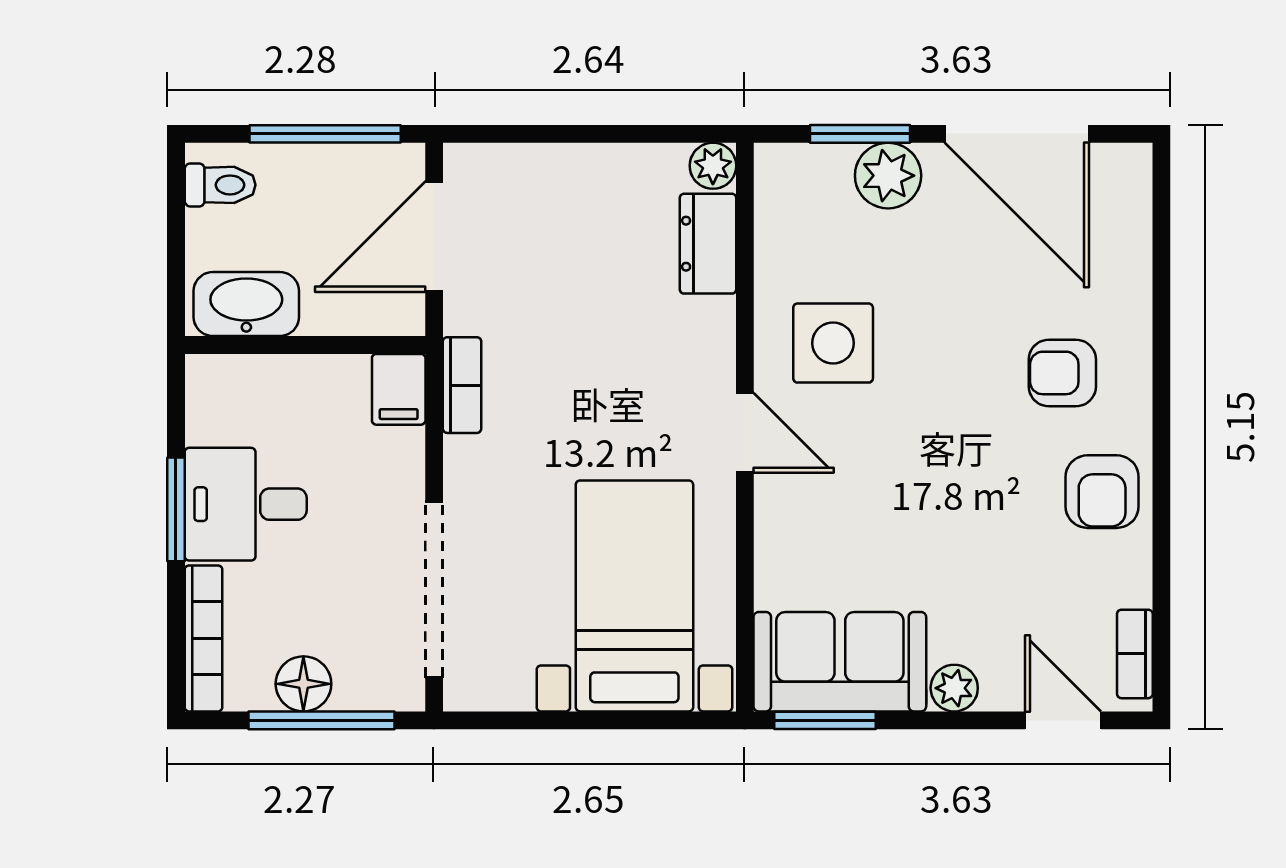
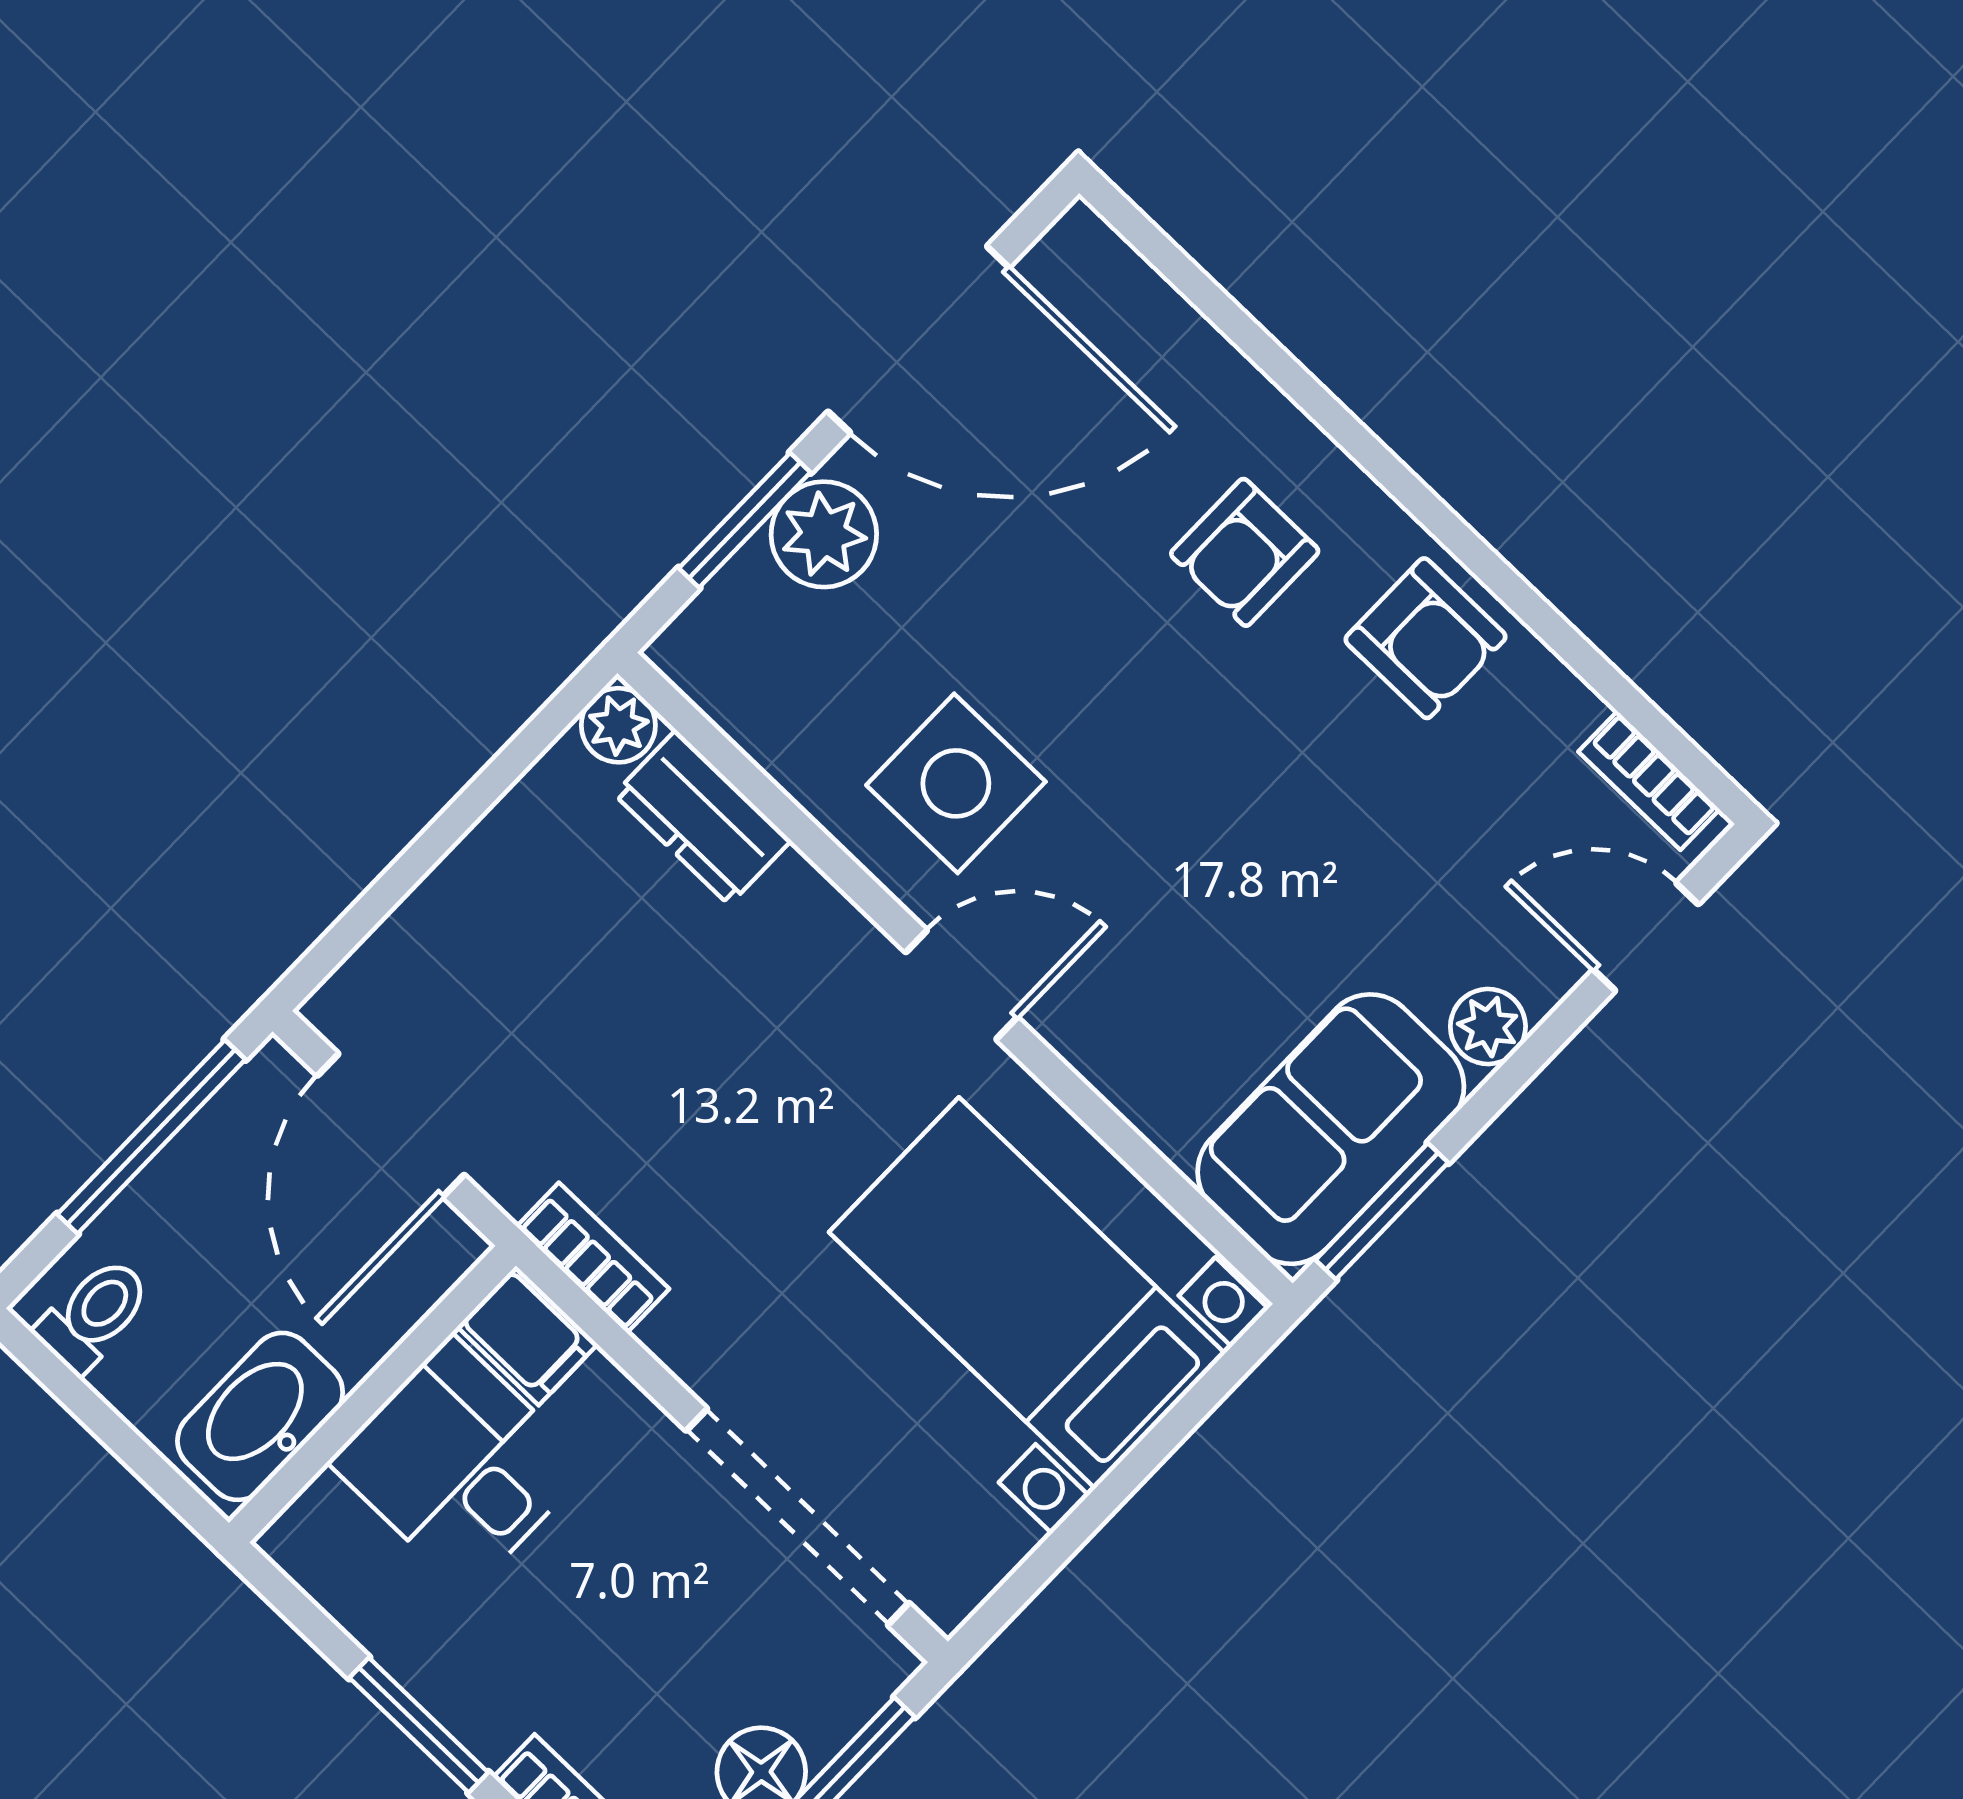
desk: (246, 504) -> (459, 1465), moved, turned 90

